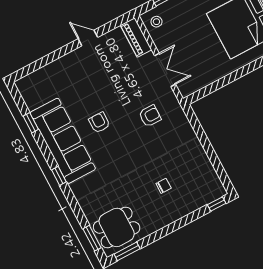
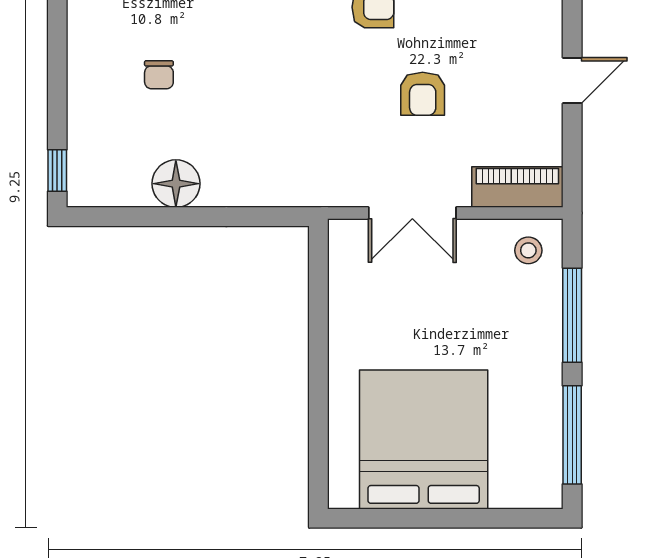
armchair: (150, 116) -> (423, 94), moved
floor lamp: (199, 159) -> (176, 184), added

